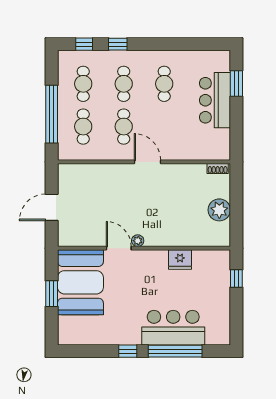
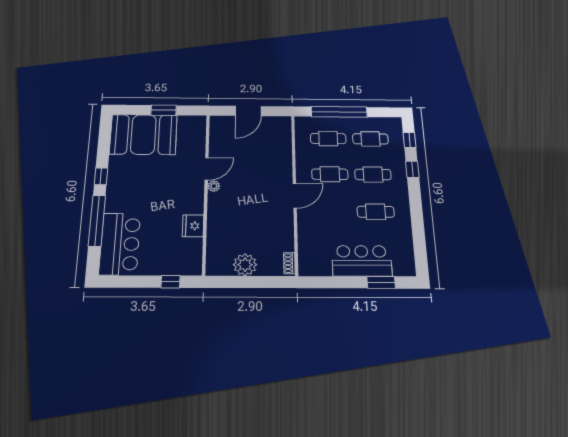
door: (52, 207) -> (248, 111), swing flipped
booth: (80, 282) -> (143, 135), moved
bar counter: (173, 328) -> (120, 244), moved

